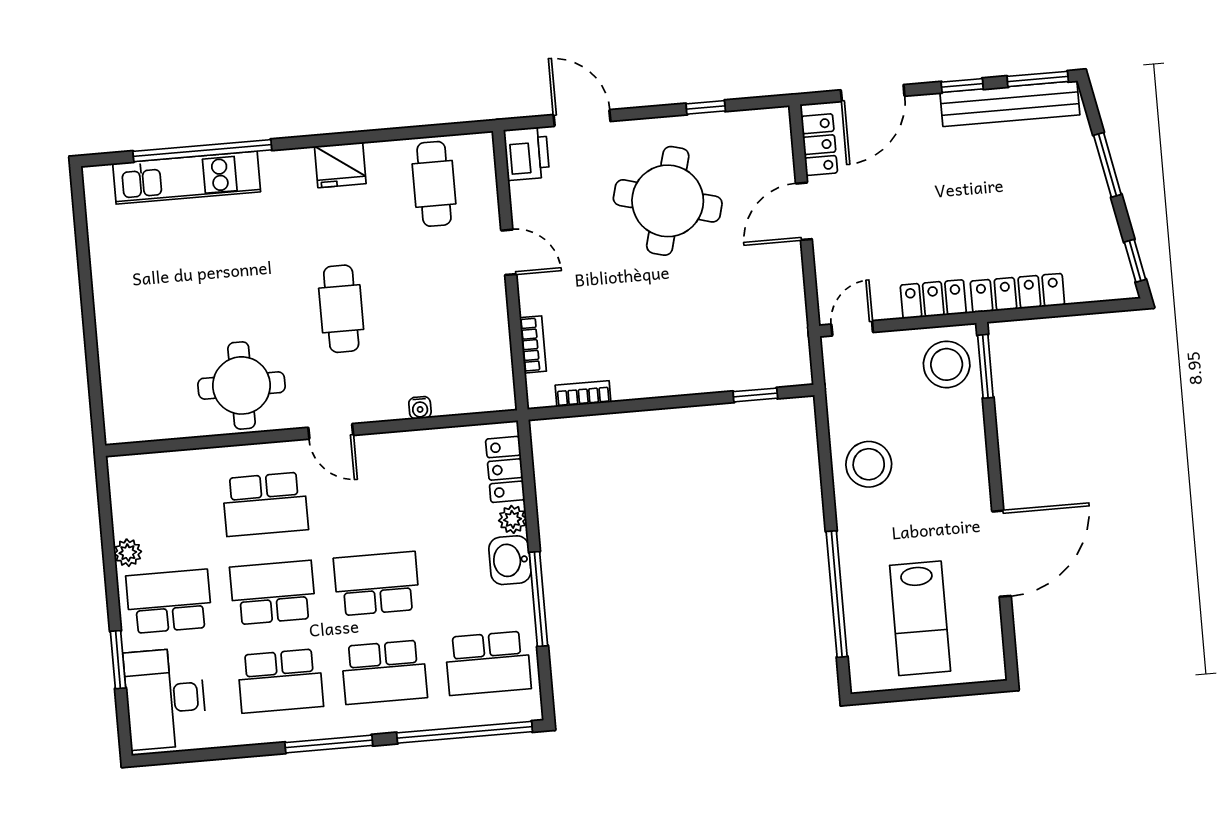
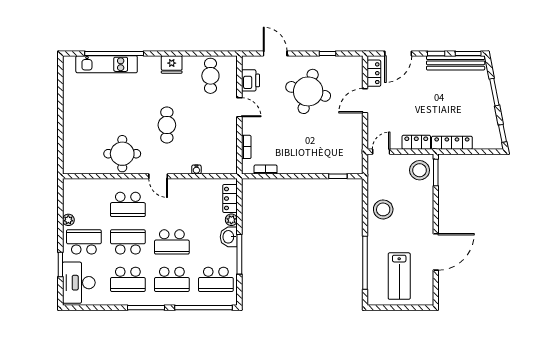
printer: (527, 154) -> (250, 80), moved
school desk: (377, 584) -> (172, 242), turned 180

